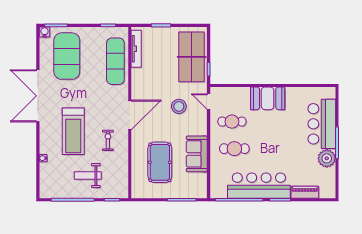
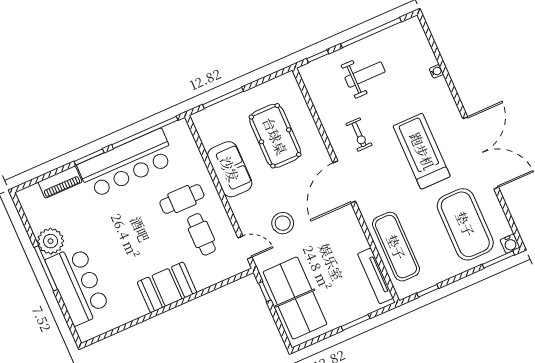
cafe table: (232, 122) -> (201, 234), turned 90
treadmill: (73, 131) -> (422, 151), moved

